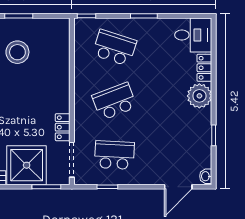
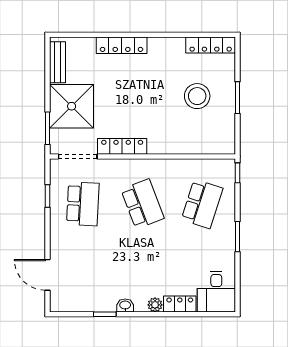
plant: (199, 96) -> (155, 305), width x0.53, depth x0.53
locker: (63, 127) -> (122, 146), width x1.53
washbasin: (206, 176) -> (125, 305), moved

